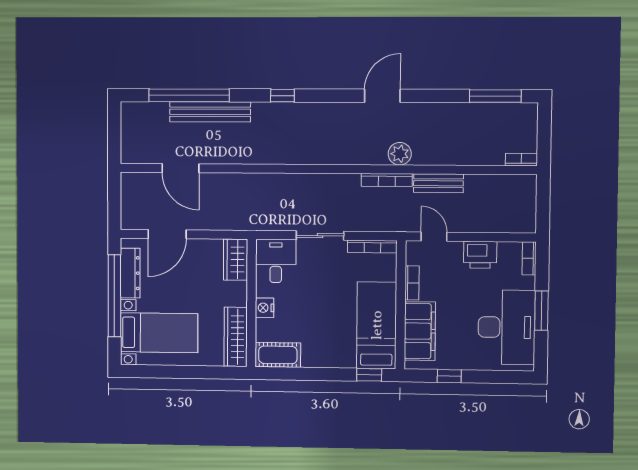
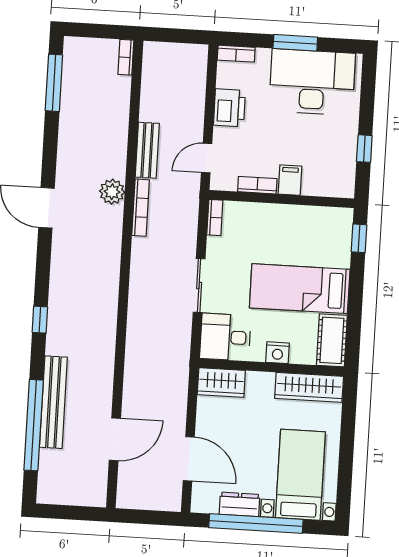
bookcase: (372, 247) -> (215, 218), width x0.64
dresser: (130, 273) -> (239, 504), width x0.70
bed: (377, 325) -> (300, 289), moved
filing cabinet: (420, 331) -> (290, 180), width x0.33, depth x0.86

